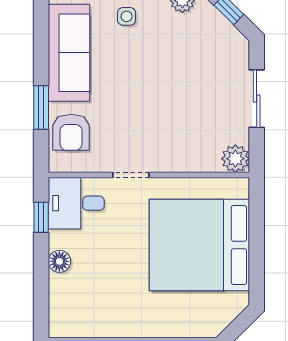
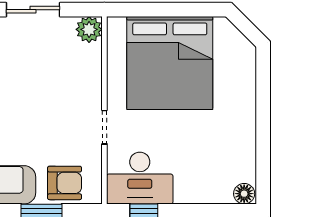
desk: (76, 203) -> (140, 178), width x1.37
floor lamp: (59, 261) -> (244, 194), moved

